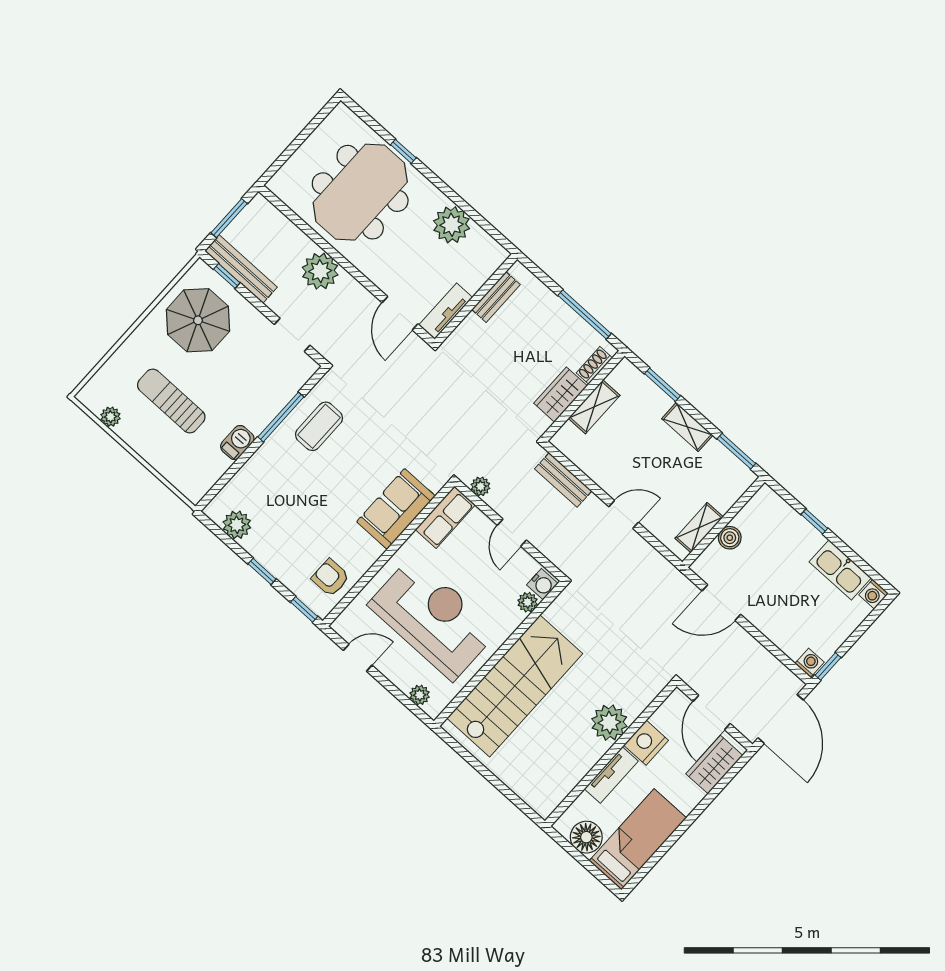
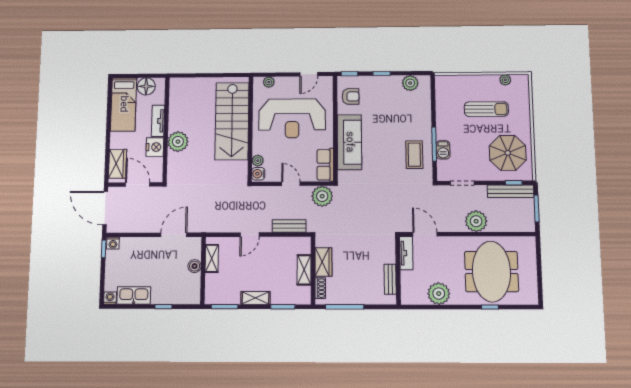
barbecue: (237, 443) -> (443, 150), moved
plant: (480, 486) -> (322, 196), width x1.87, depth x1.87
sofa: (396, 509) -> (349, 142), width x1.36

